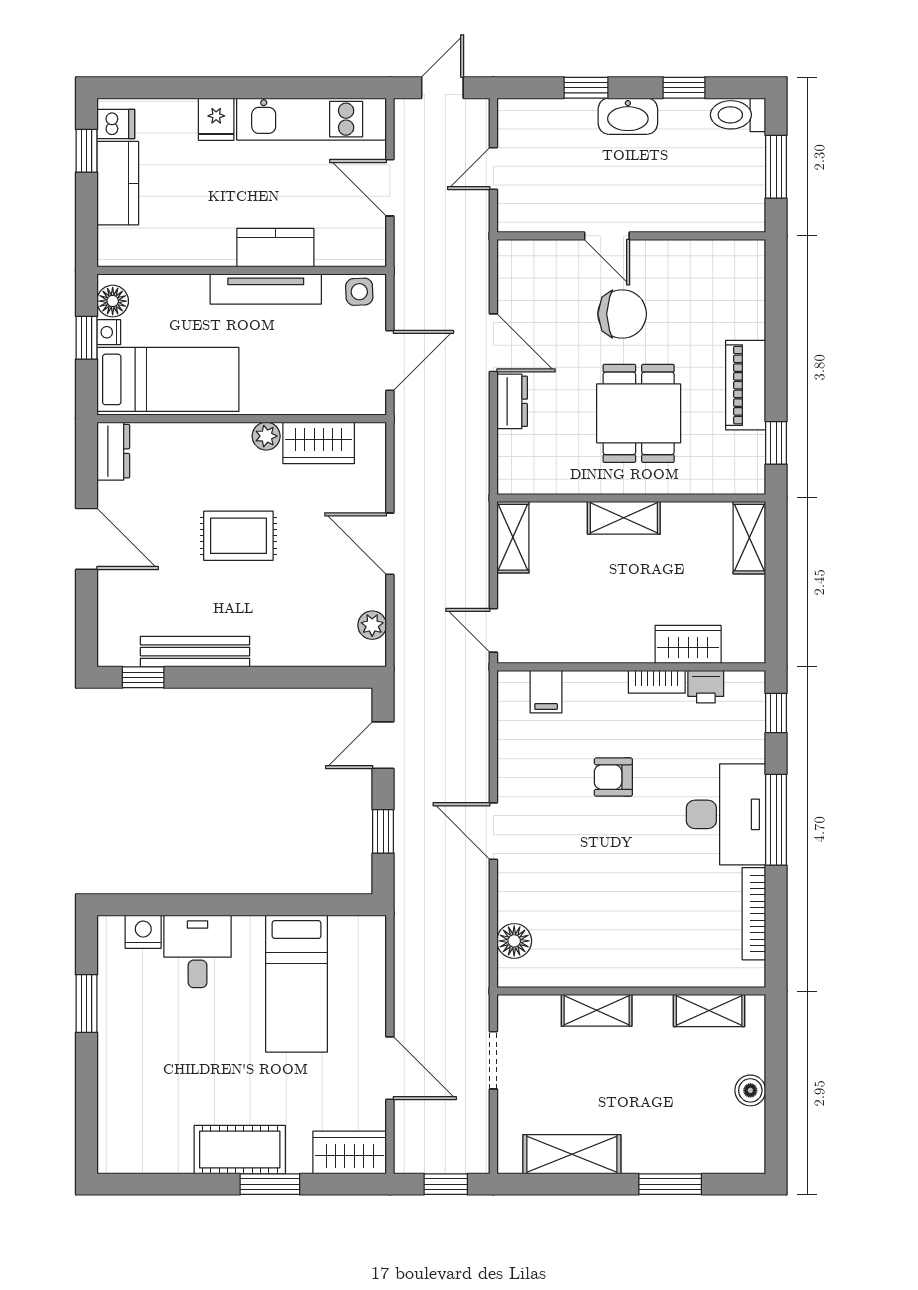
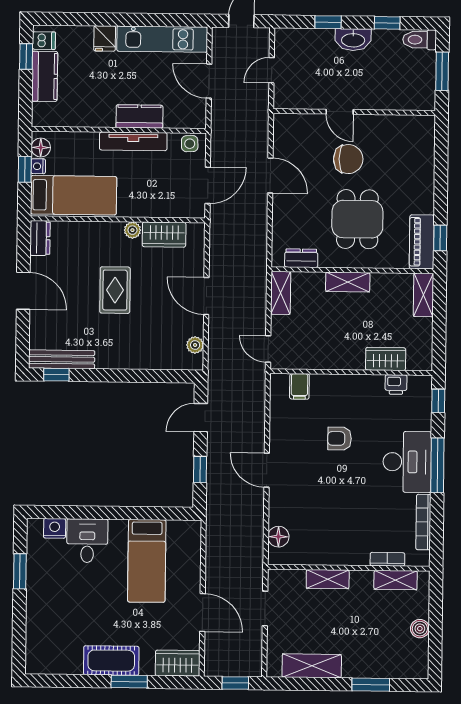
piano: (746, 385) -> (422, 242), moved
dresser: (512, 401) -> (301, 258), moved, turned -90
rug: (238, 536) -> (115, 290), turned 90
bench: (195, 652) -> (62, 359), moved
bookcase: (657, 682) -> (387, 559), moved, turned 180

